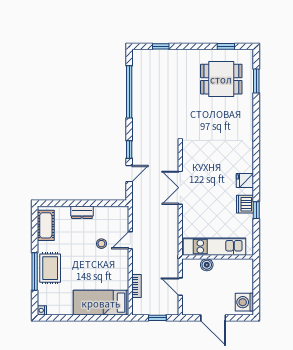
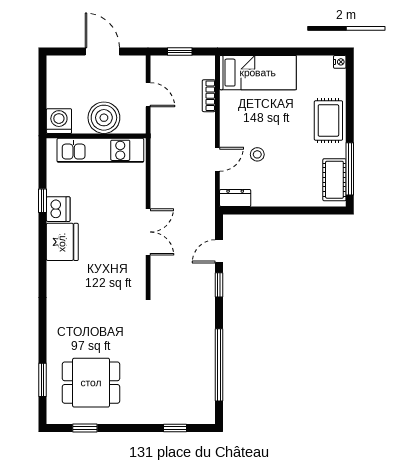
fridge: (245, 181) -> (62, 242), width x1.88, depth x1.34
dresser: (82, 212) -> (235, 198), moved
boiler: (207, 265) -> (104, 118), width x1.86, depth x1.86
window: (35, 272) -> (350, 169), moved
washing machine: (244, 302) -> (59, 121), moved, turned -90

